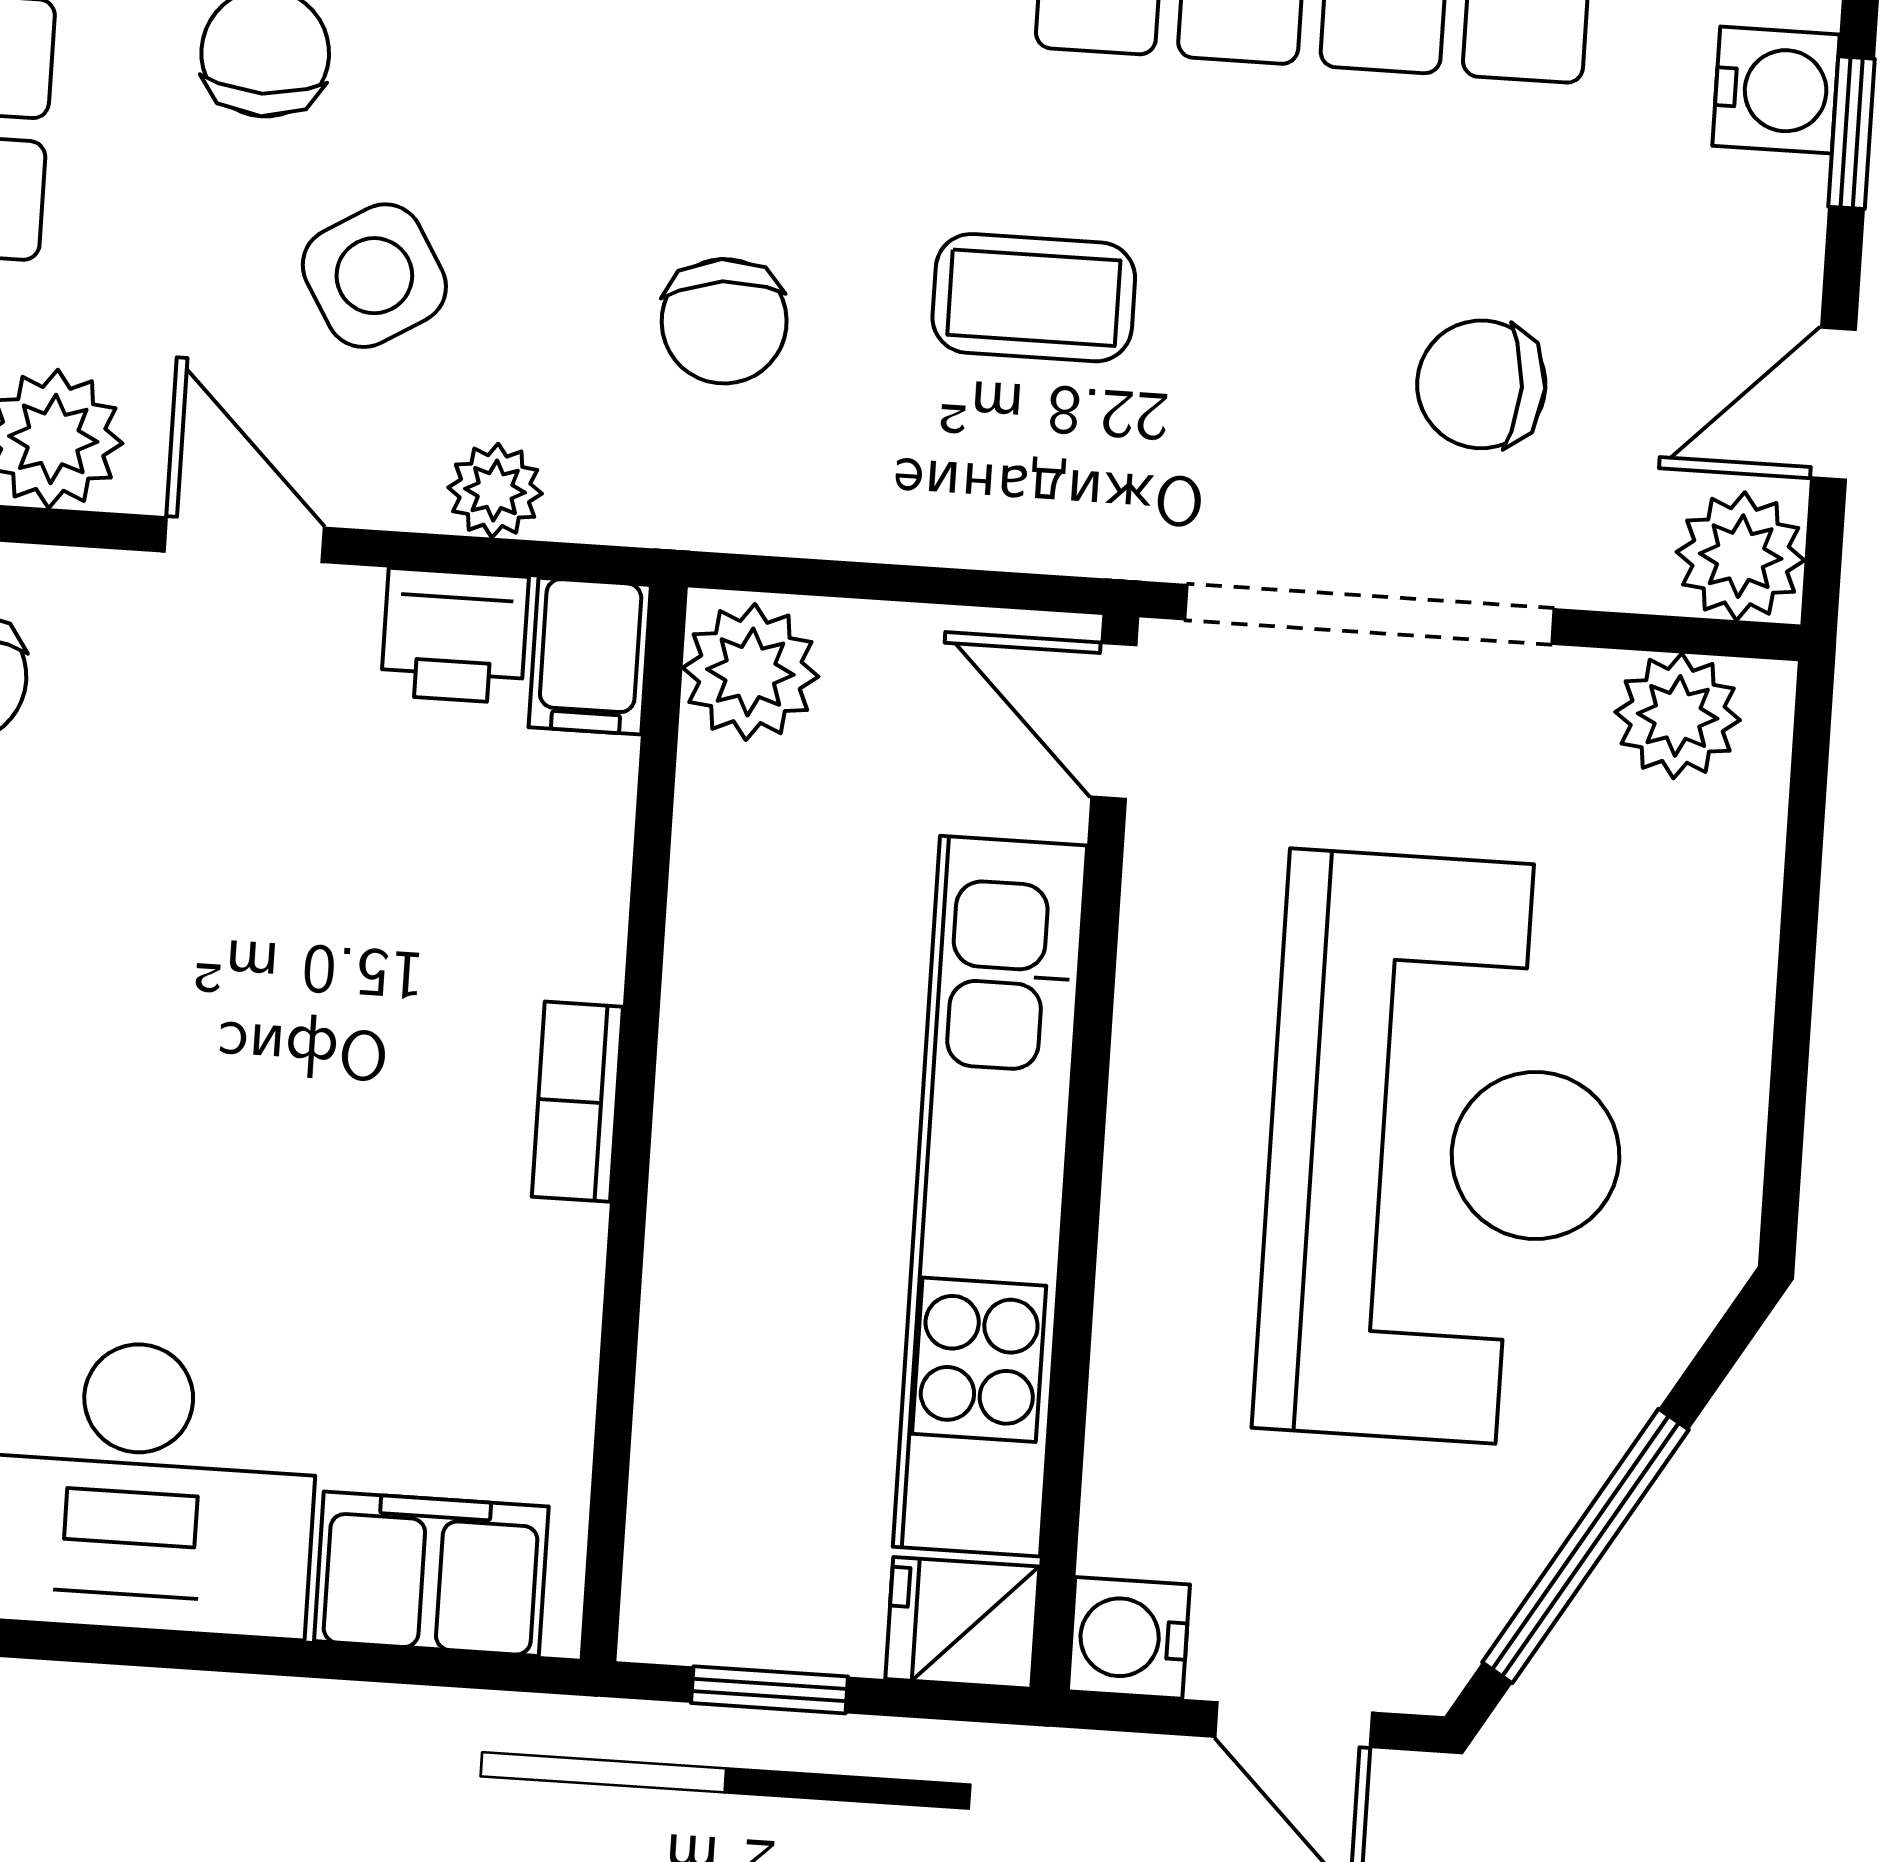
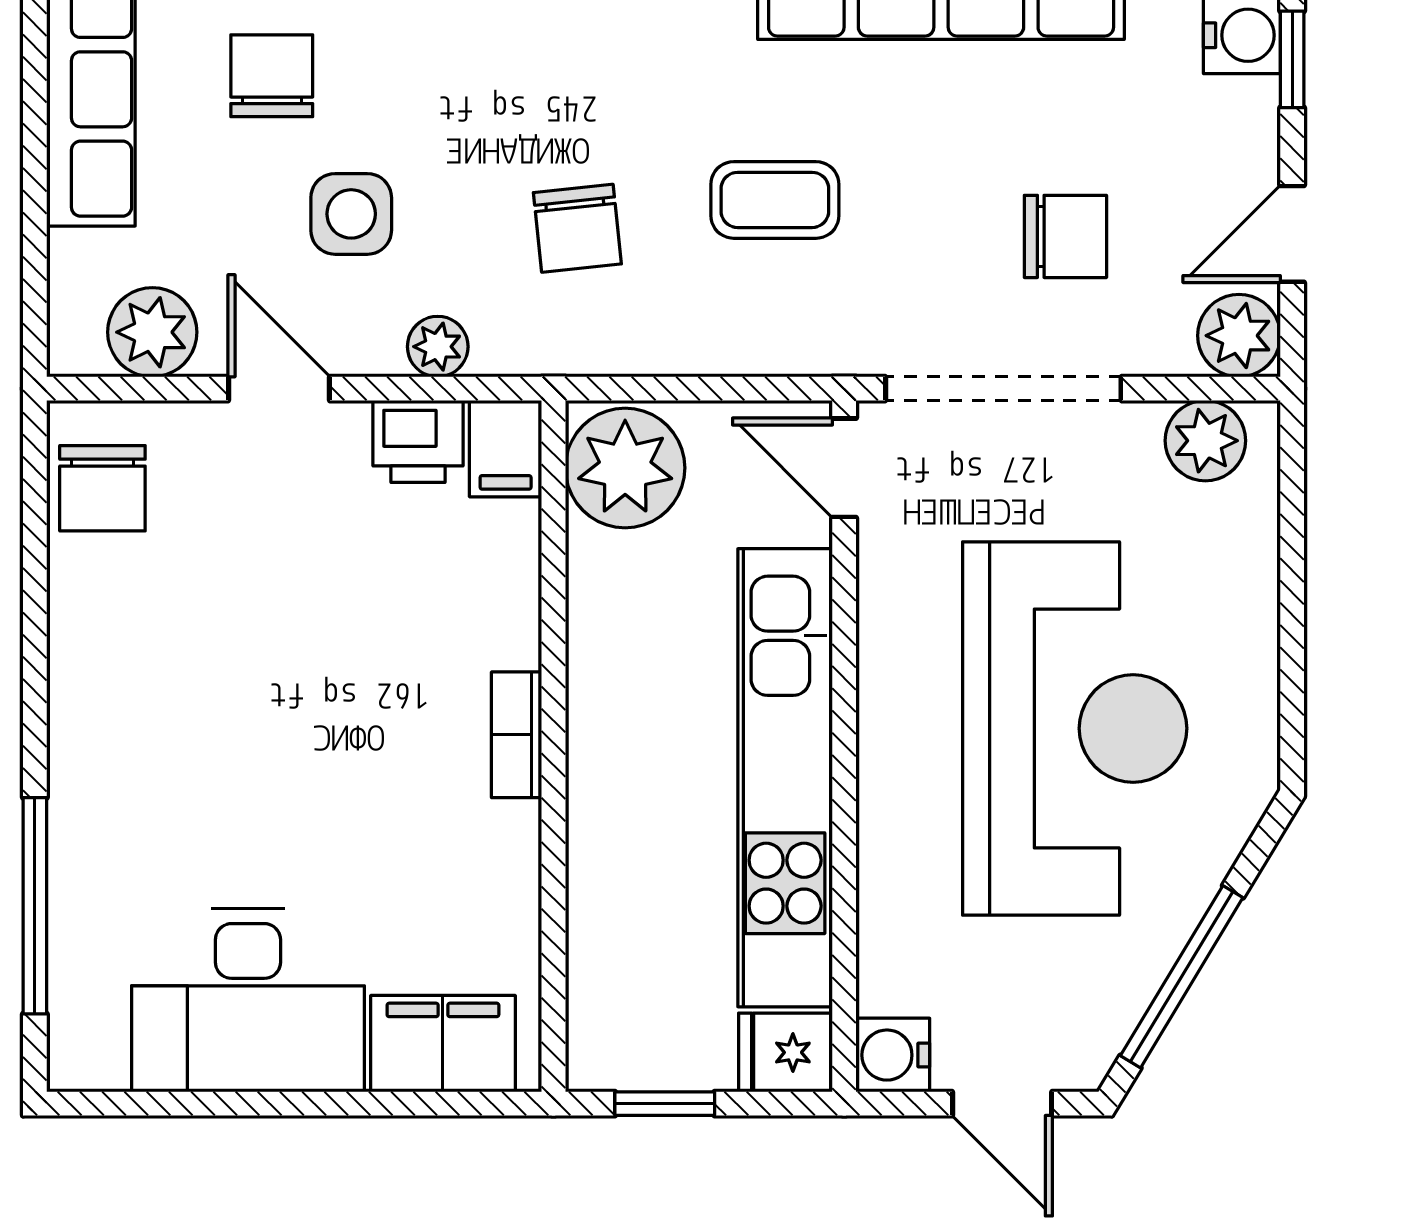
side table: (374, 276) -> (351, 214), turned 31
chair: (1481, 384) -> (1065, 236), turned 180
plant: (750, 672) -> (625, 468), width x1.36, depth x1.36

